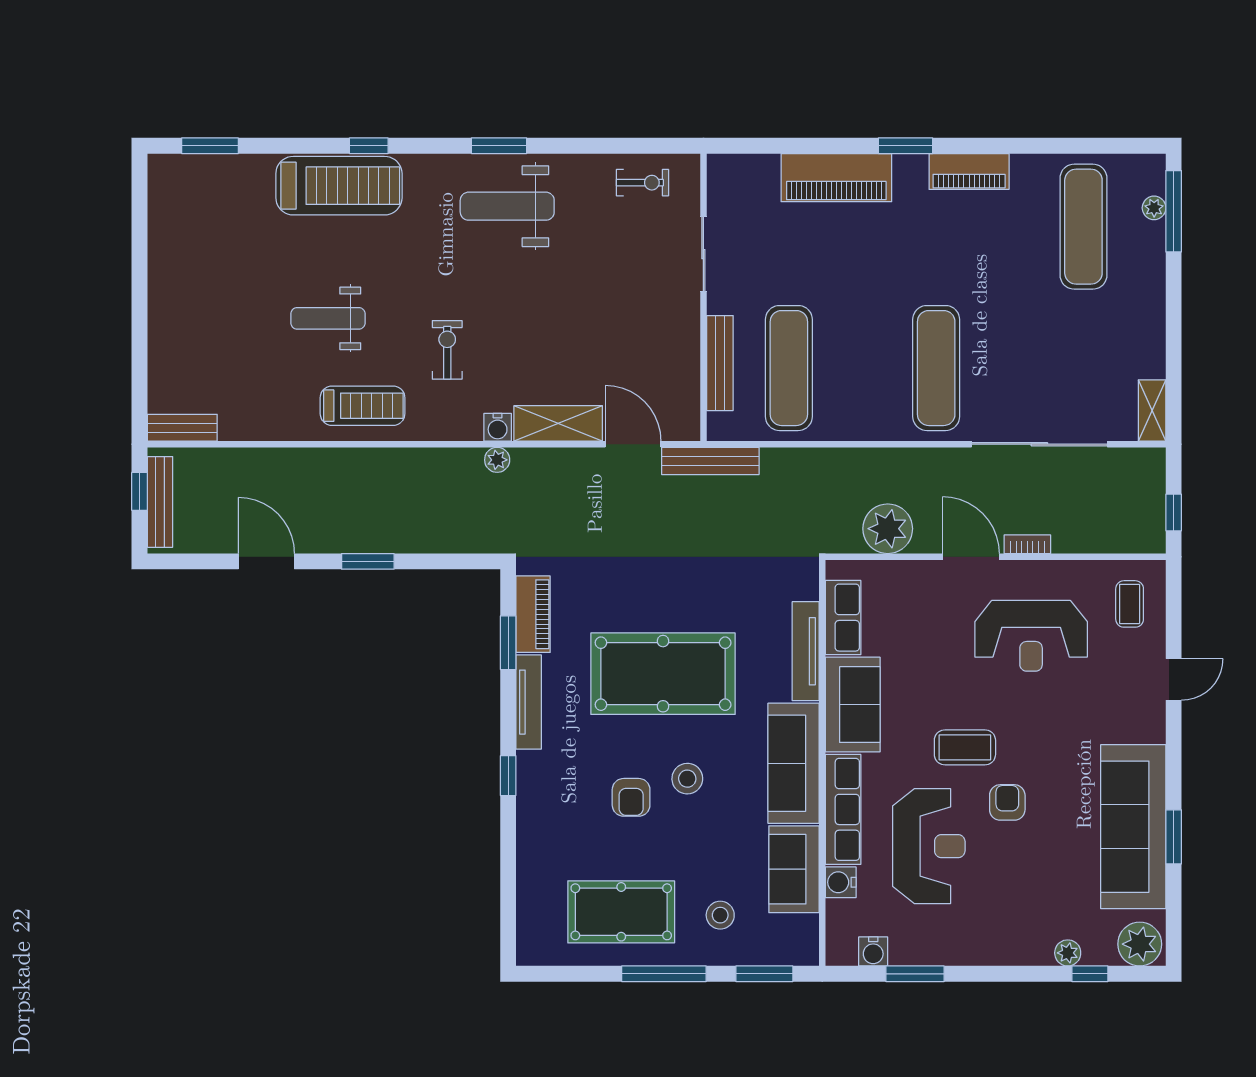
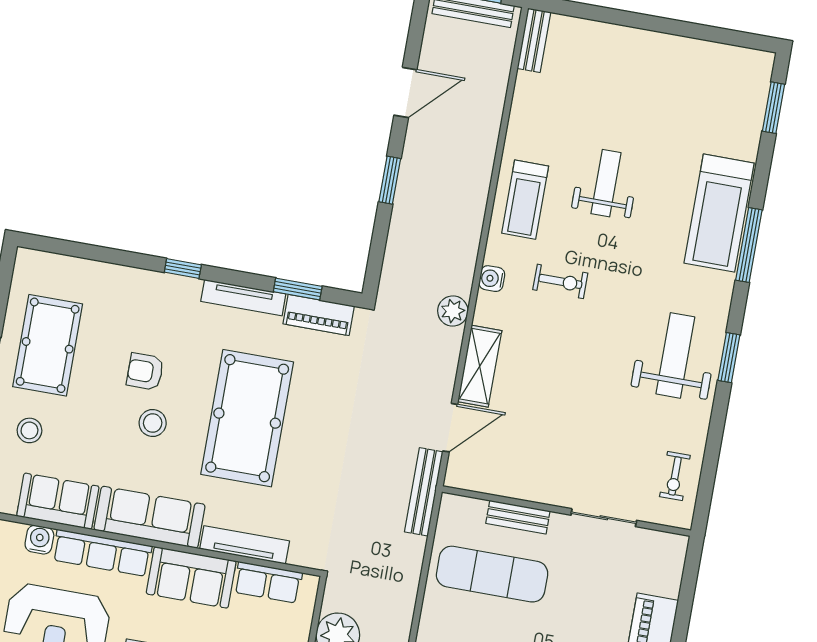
window: (369, 146) -> (749, 245), width x2.17
bench: (720, 363) -> (518, 517), width x0.73
water cooler: (498, 427) -> (492, 279), moved
plant: (497, 460) -> (453, 311), width x1.38, depth x1.38

